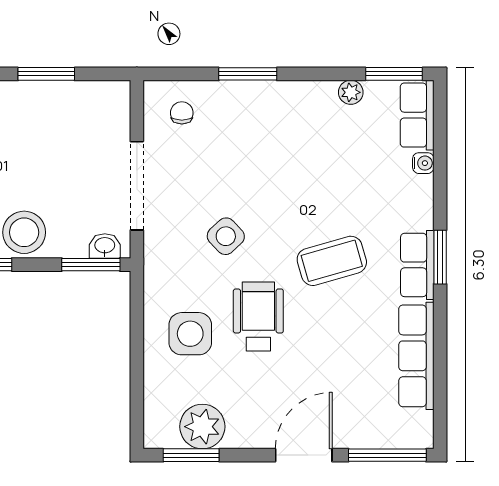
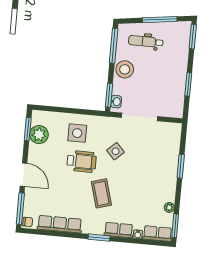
chair: (182, 113) -> (28, 222), moved
row of seats: (417, 265) -> (119, 230), moved

